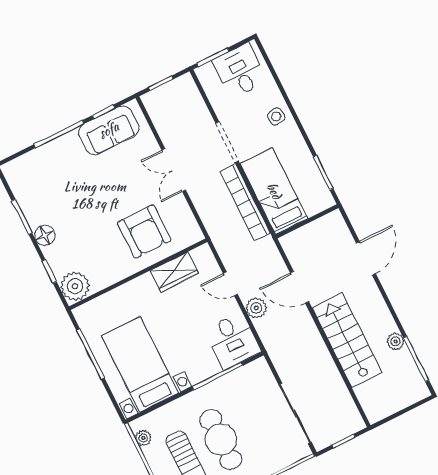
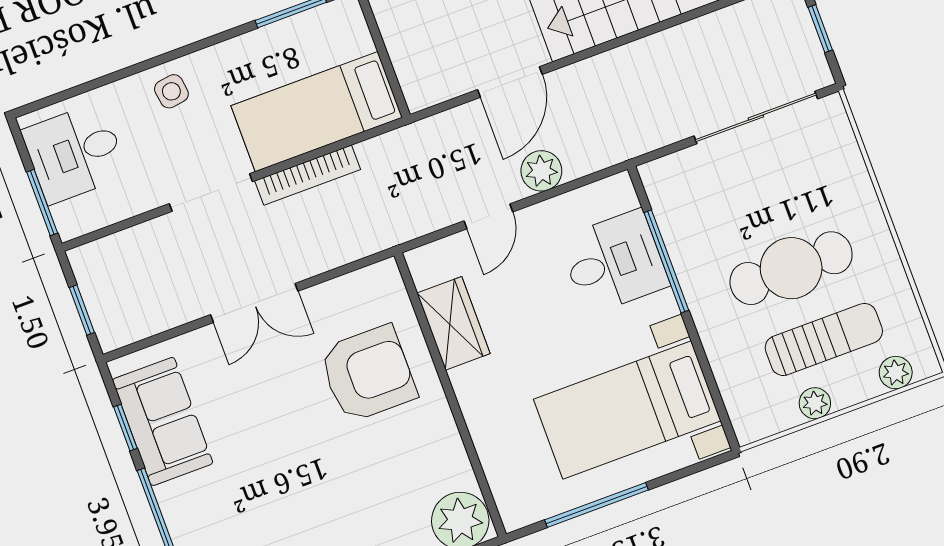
bookcase: (245, 202) -> (308, 175), width x0.68, depth x0.76
desk: (233, 341) -> (614, 262), moved
plant: (143, 438) -> (815, 403), moved

